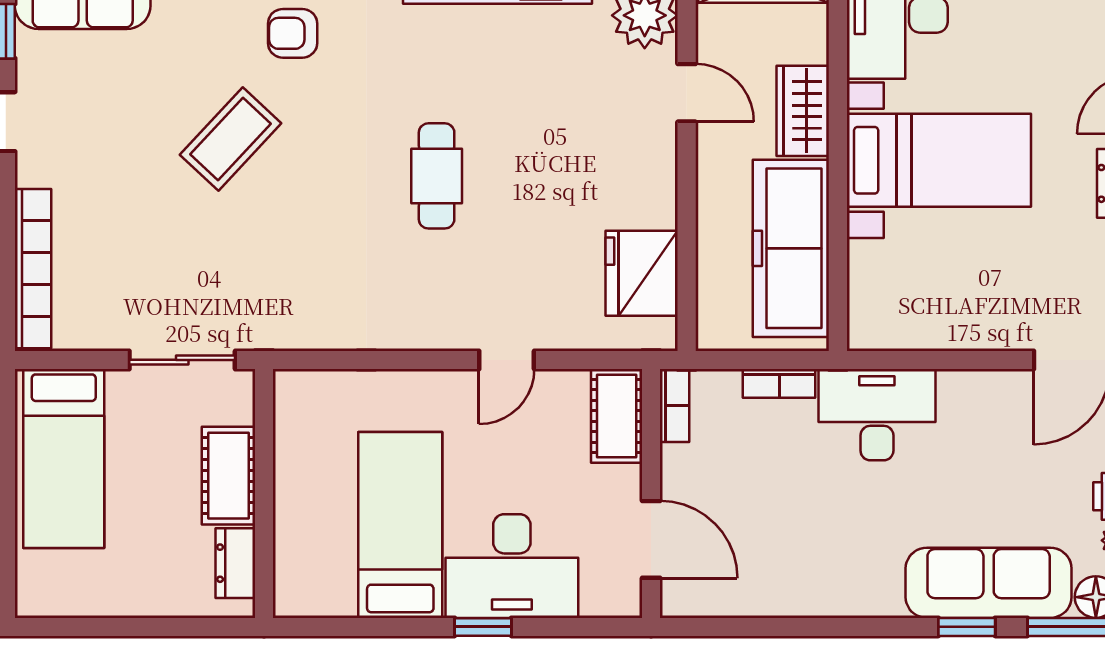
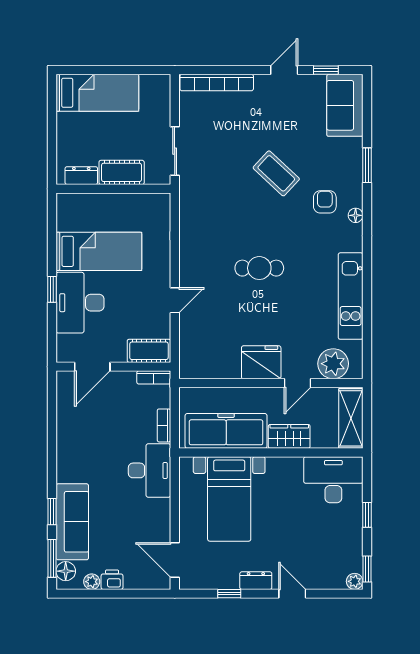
bed with nightstands: (939, 160) -> (229, 499), moved
fridge: (642, 273) -> (261, 362), moved
door: (507, 360) -> (175, 300), swing flipped
bed: (64, 459) -> (97, 93), moved, turned 180

